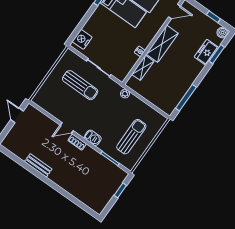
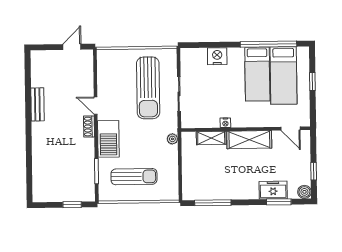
nightstand: (82, 39) -> (217, 56), moved
sun lounger: (80, 85) -> (148, 88), width x1.36, depth x1.34
barbecue: (93, 138) -> (108, 139), width x1.88, depth x1.53

